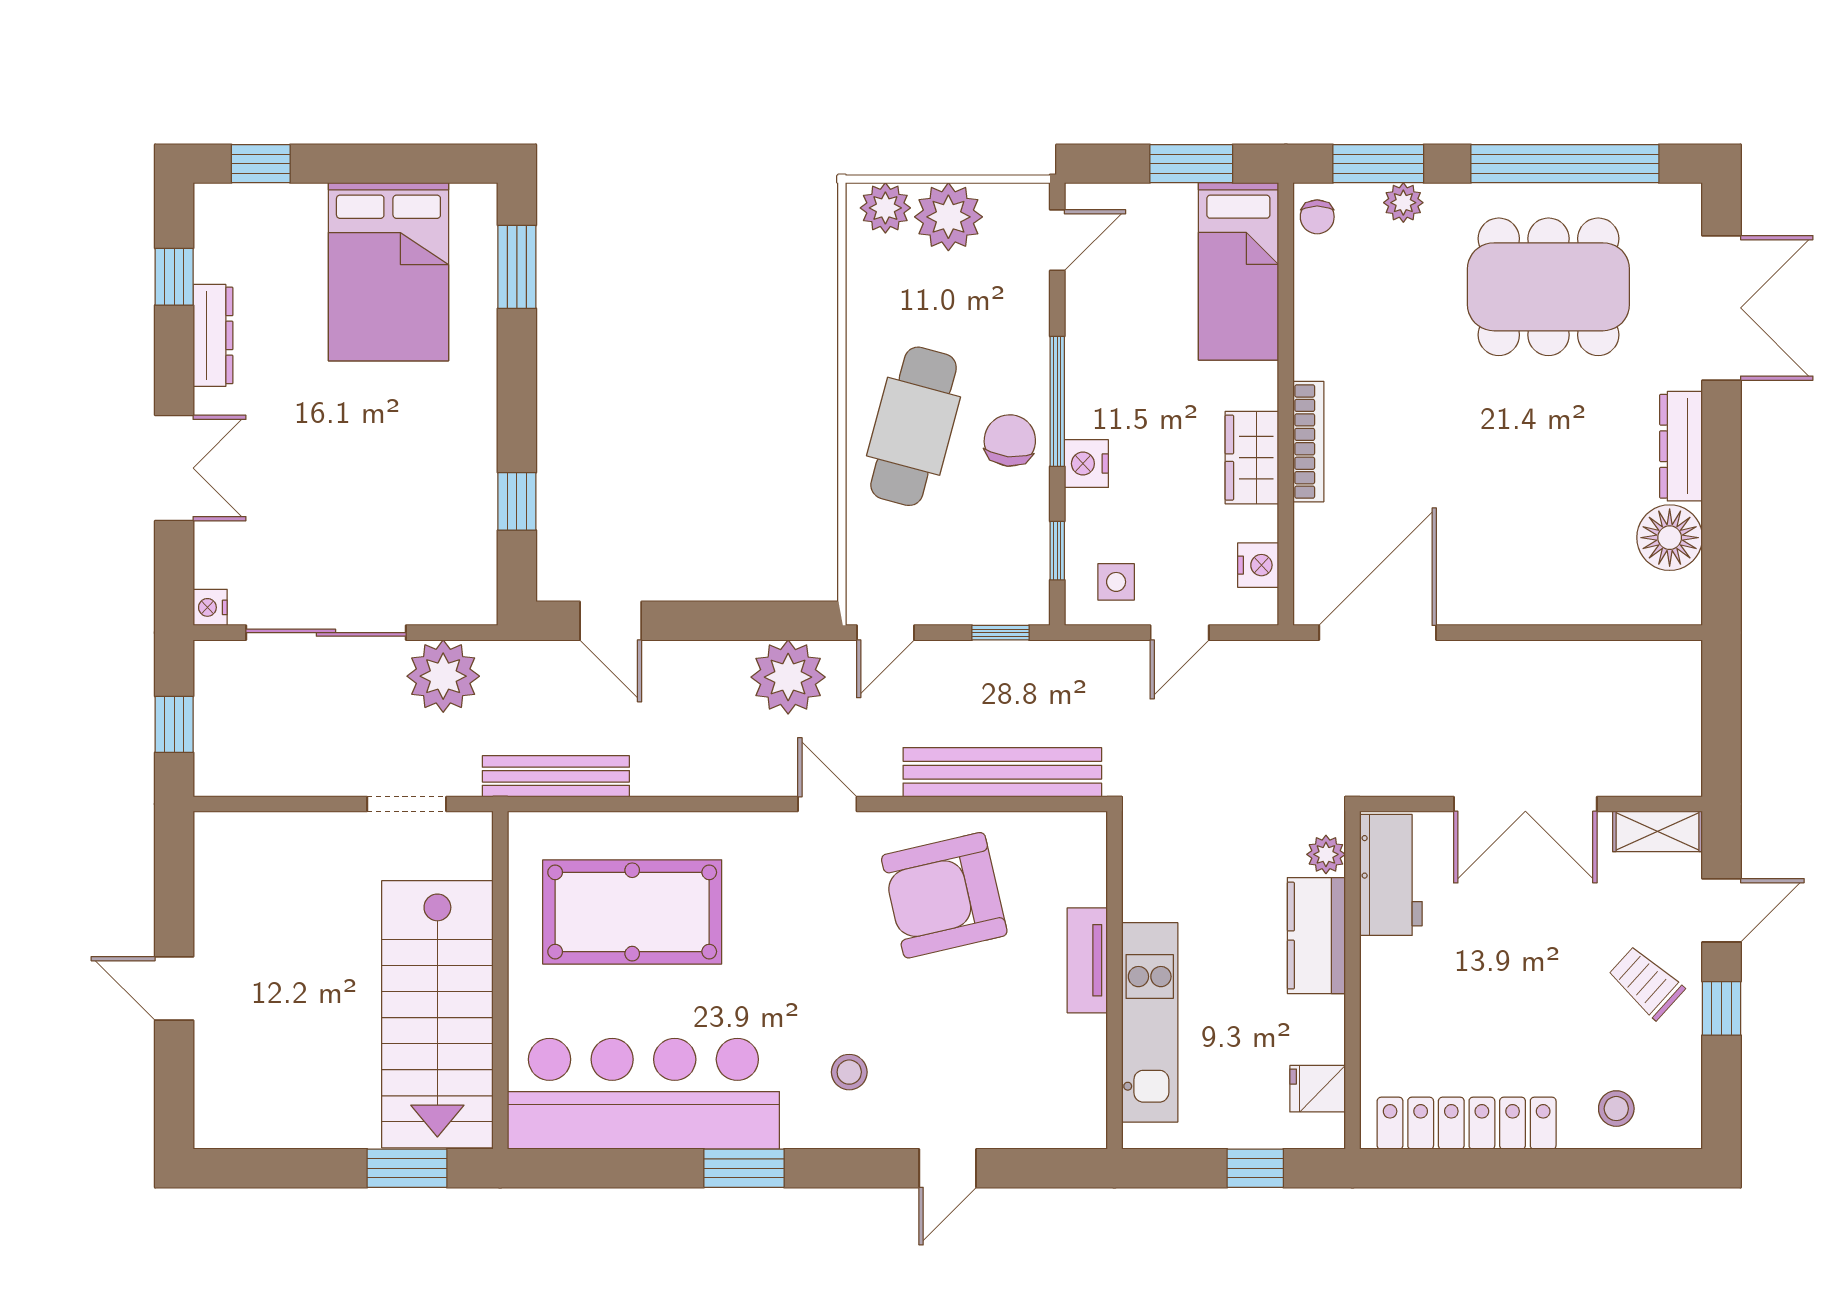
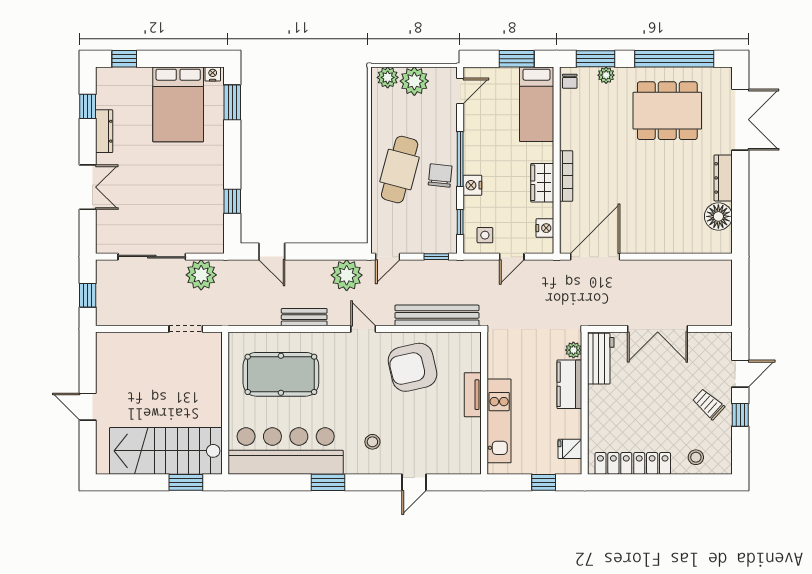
nightstand: (210, 607) -> (213, 74), moved, turned 90
bench: (556, 776) -> (304, 317), moved, width x0.73
shelving: (1658, 831) -> (713, 340), removed
stairs: (437, 1014) -> (166, 451), moved, turned 90

